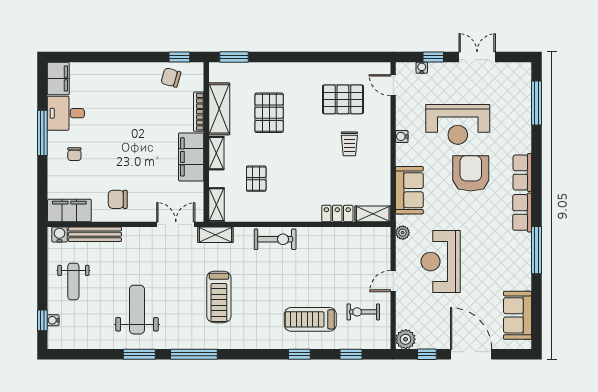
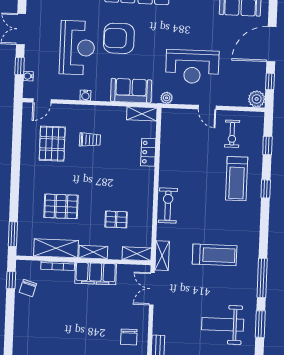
shelving: (373, 214) -> (142, 114), moved, turned 90

